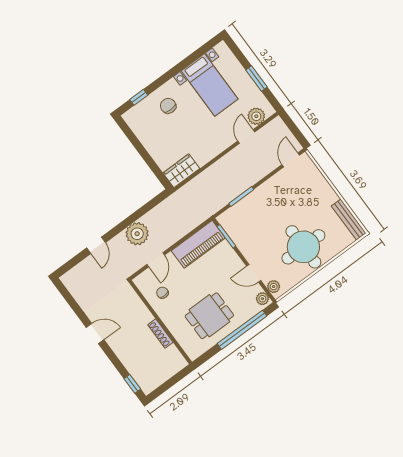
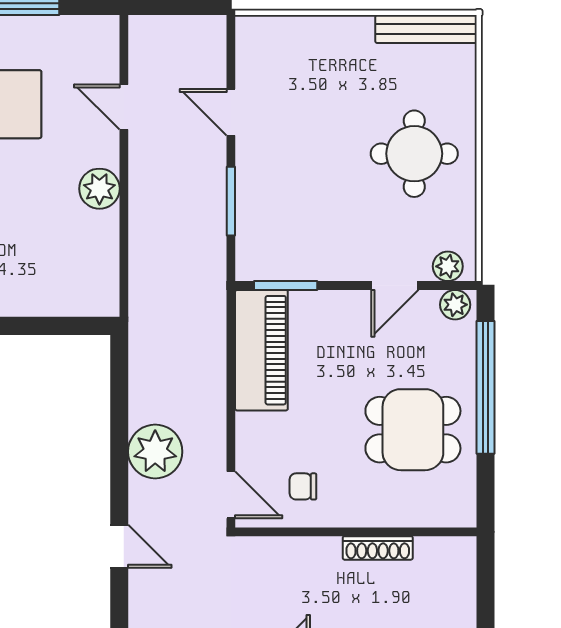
plant: (256, 116) -> (99, 189), moved
door: (291, 160) -> (231, 112), moved
wardrobe: (181, 171) -> (98, 279), removed
round table: (303, 247) -> (414, 154), width x0.73, depth x0.73
door: (156, 260) -> (231, 495), moved
dining table: (209, 316) -> (413, 430), turned 90

